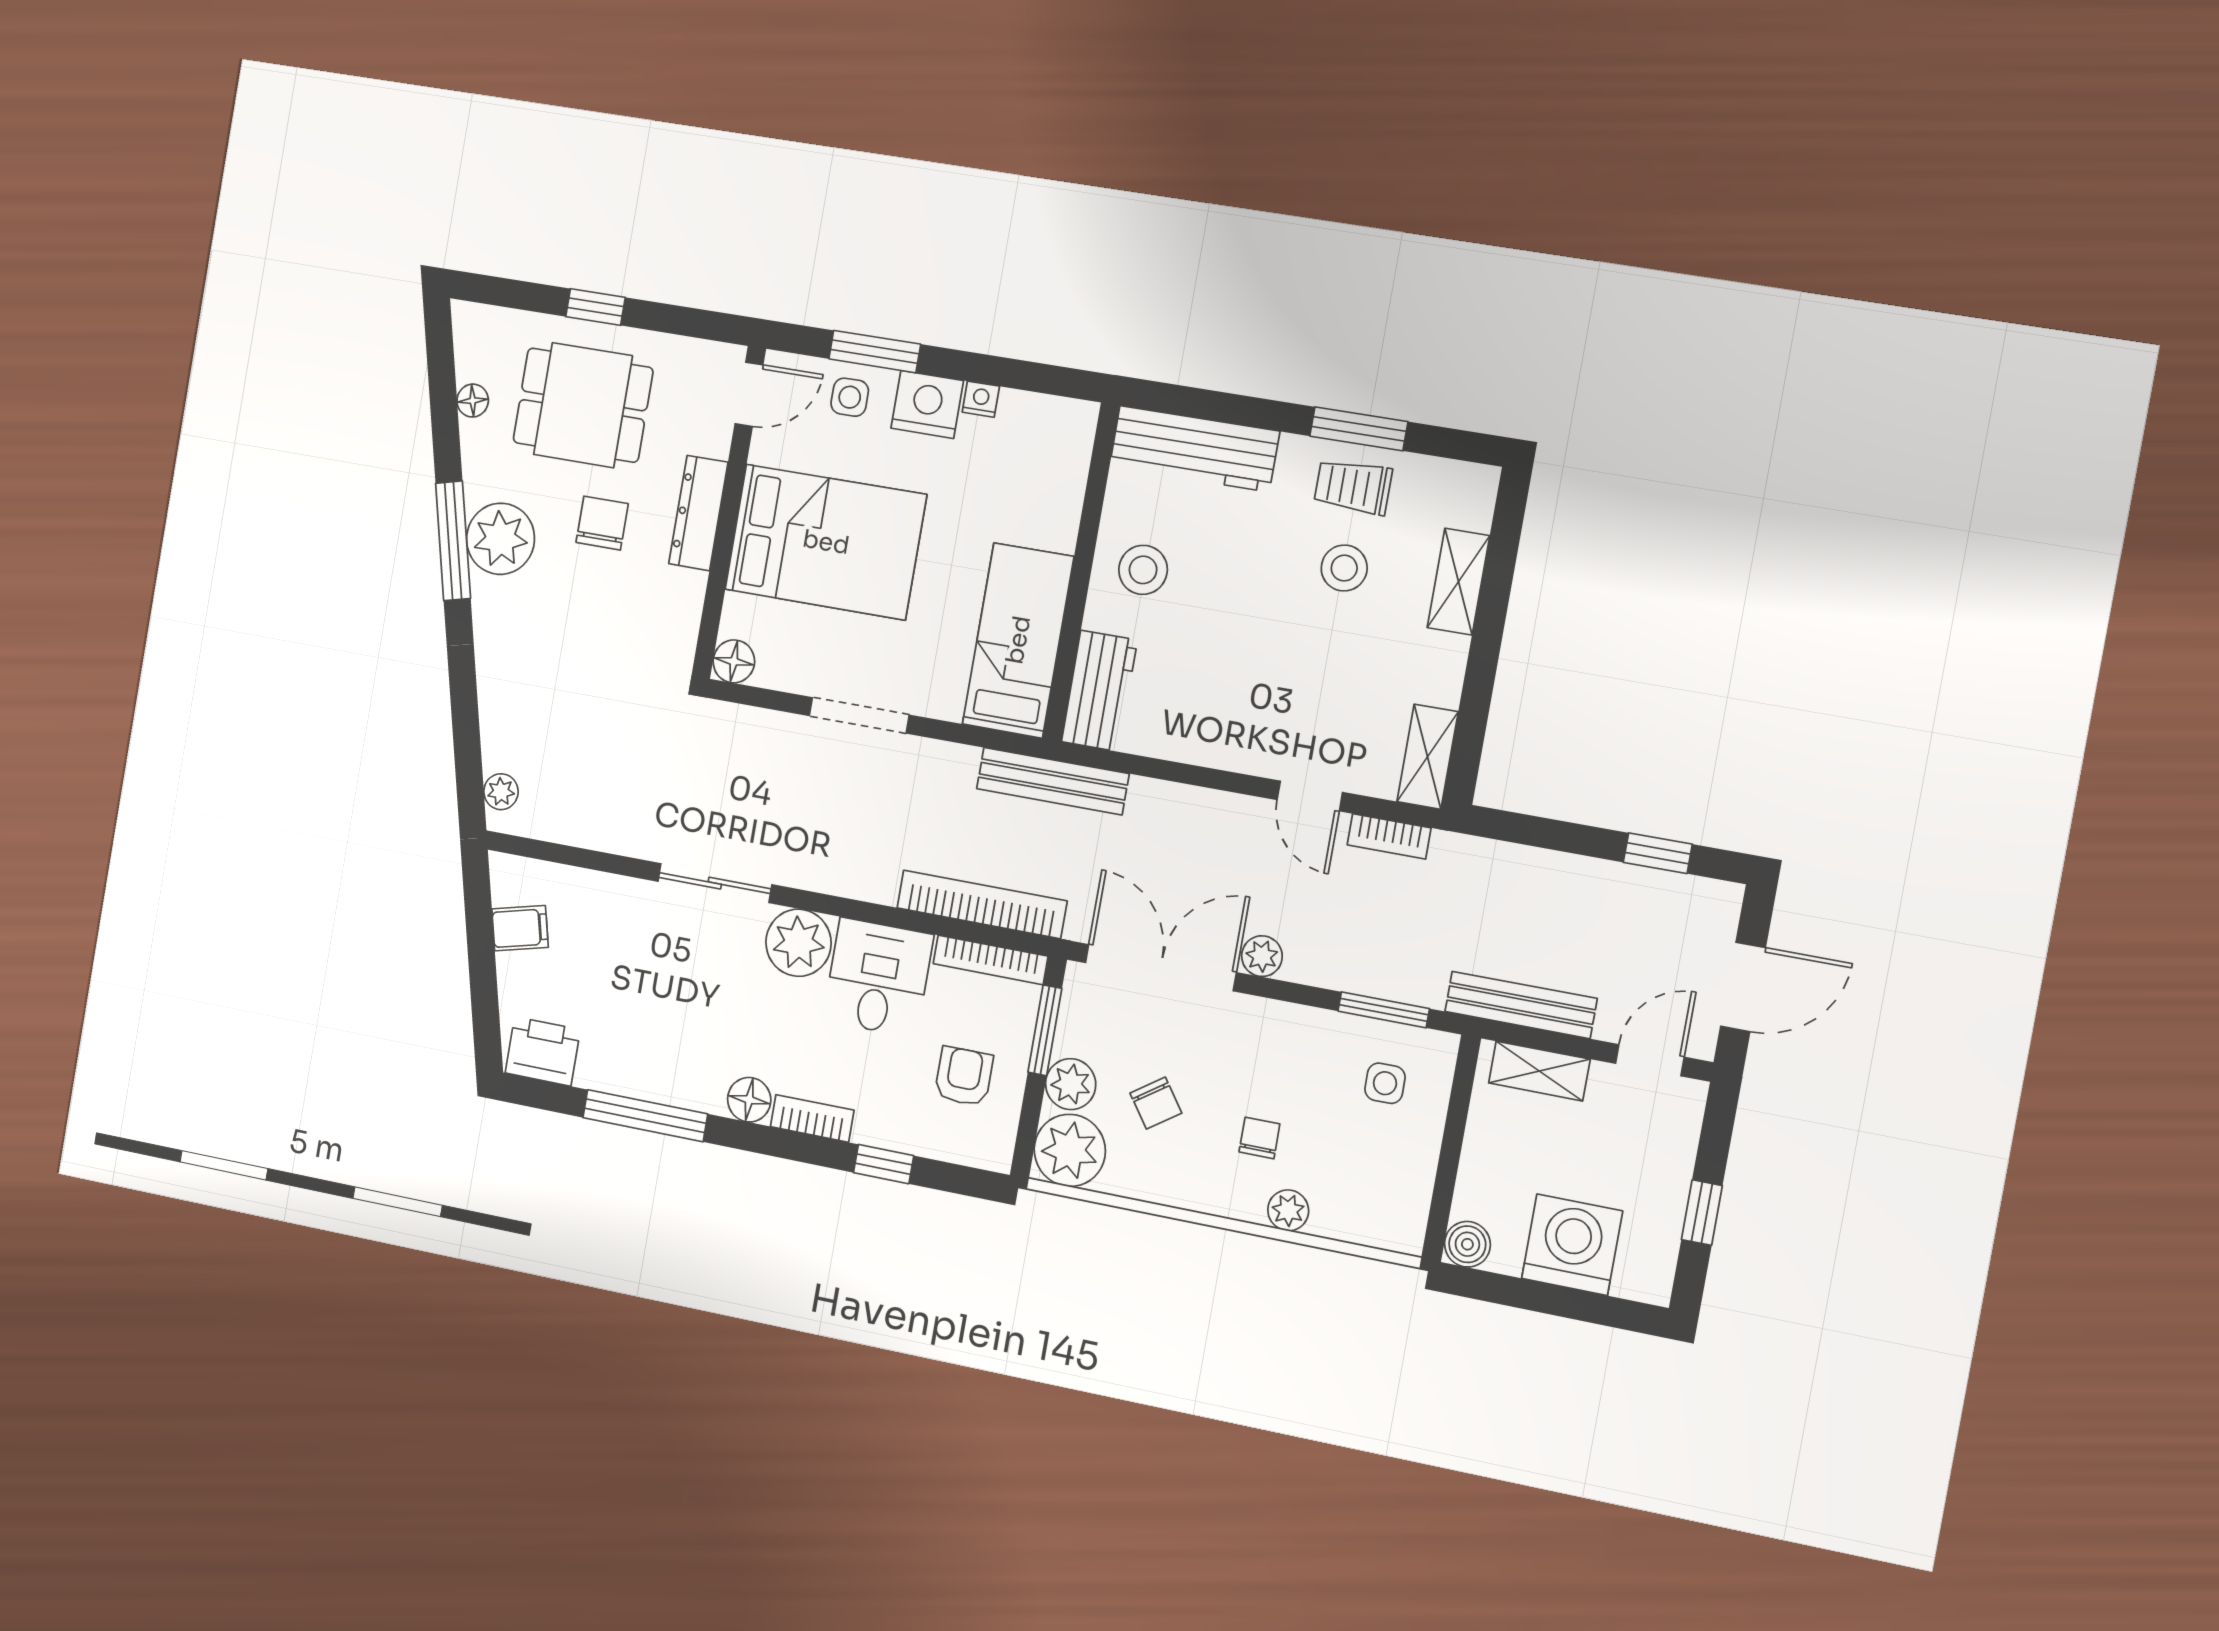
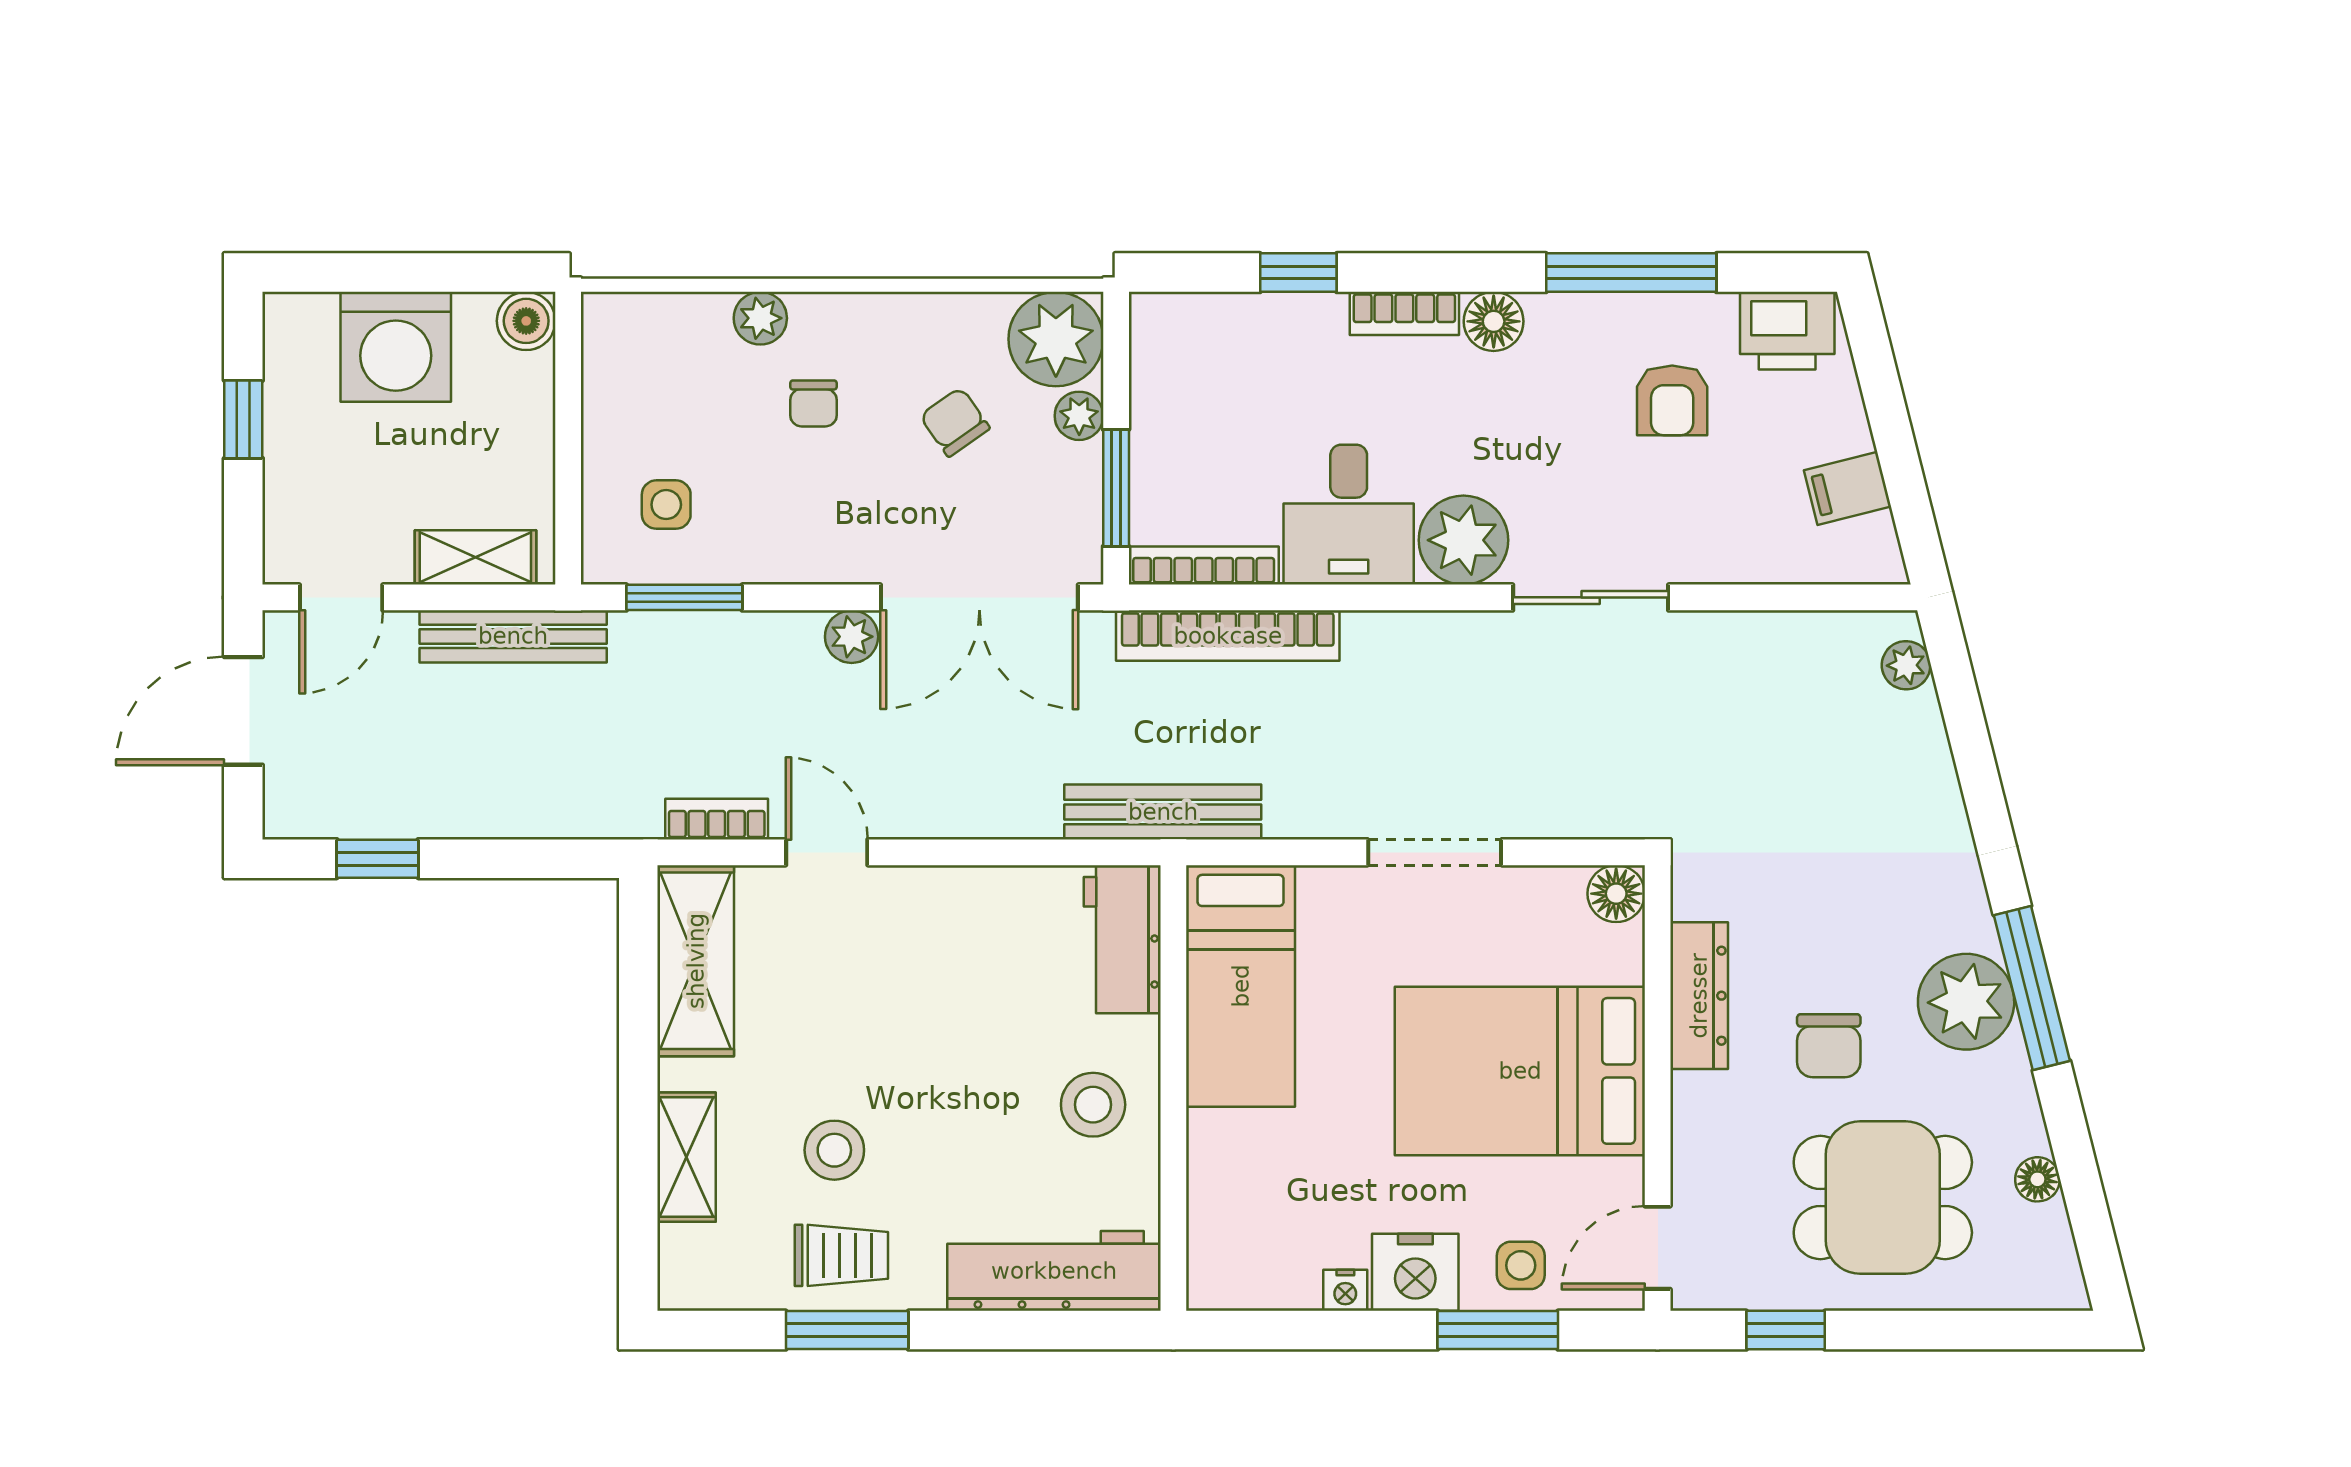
window: (595, 307) -> (1786, 1330), moved
dresser: (698, 513) -> (1699, 996), moved
shelving: (1428, 757) -> (696, 961), width x1.50, depth x1.33
armchair: (964, 1076) -> (1672, 400), moved
plant: (1071, 1084) -> (1079, 416), width x0.73, depth x0.73

